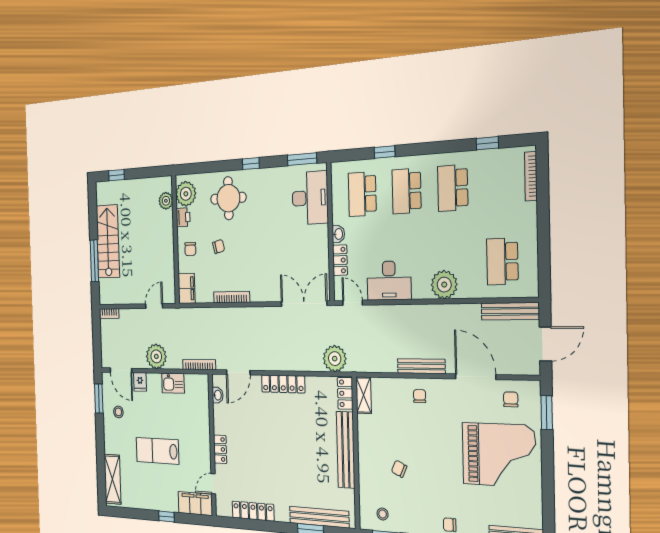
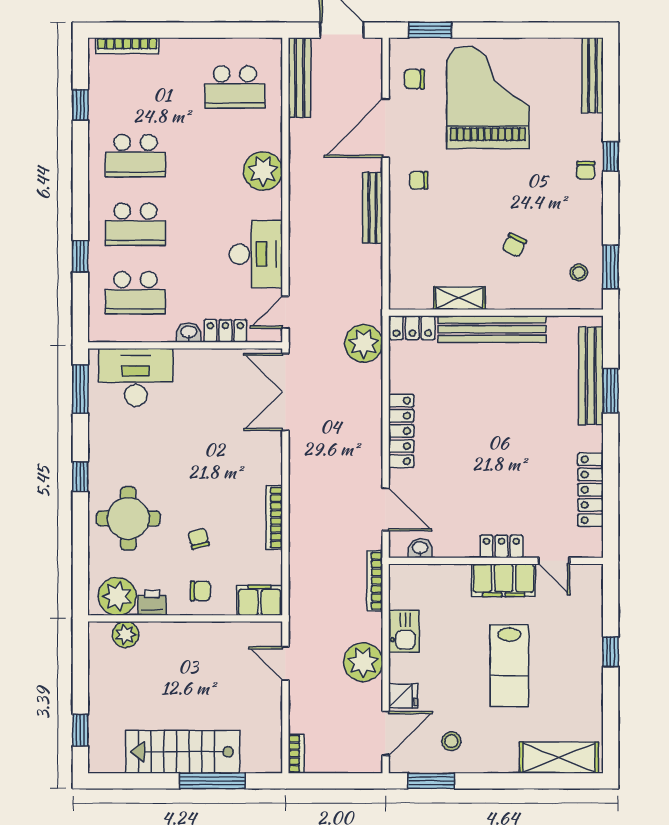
shelving: (364, 395) -> (459, 298), moved
chair: (420, 396) -> (419, 180), moved
filing cabinet: (195, 504) -> (504, 580), moved, turned -90

